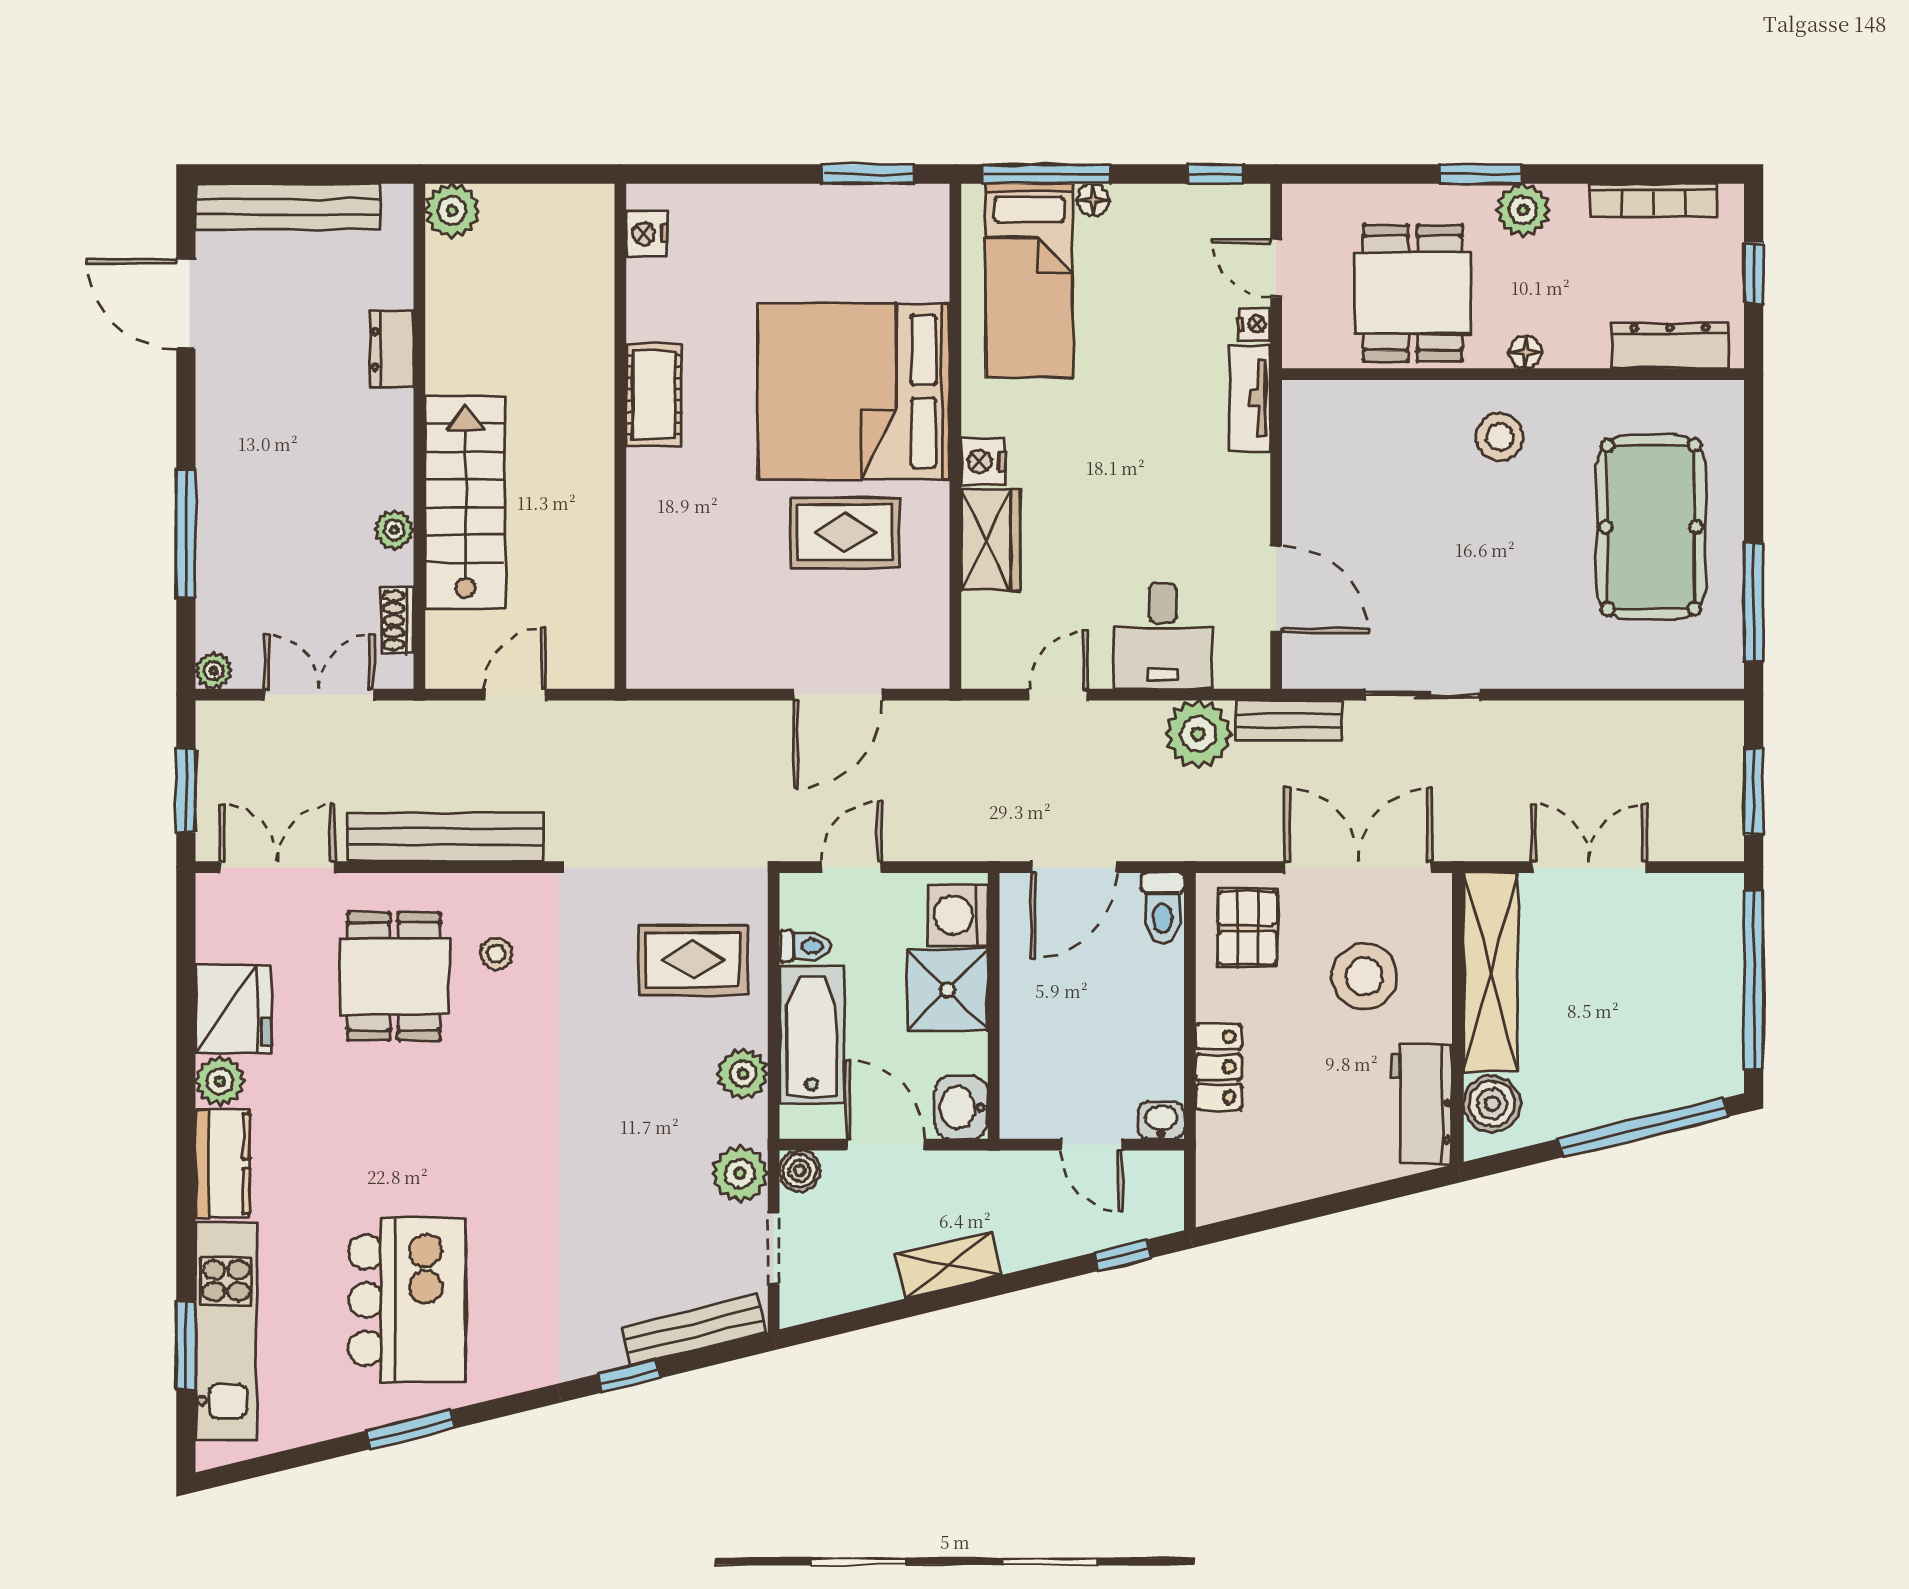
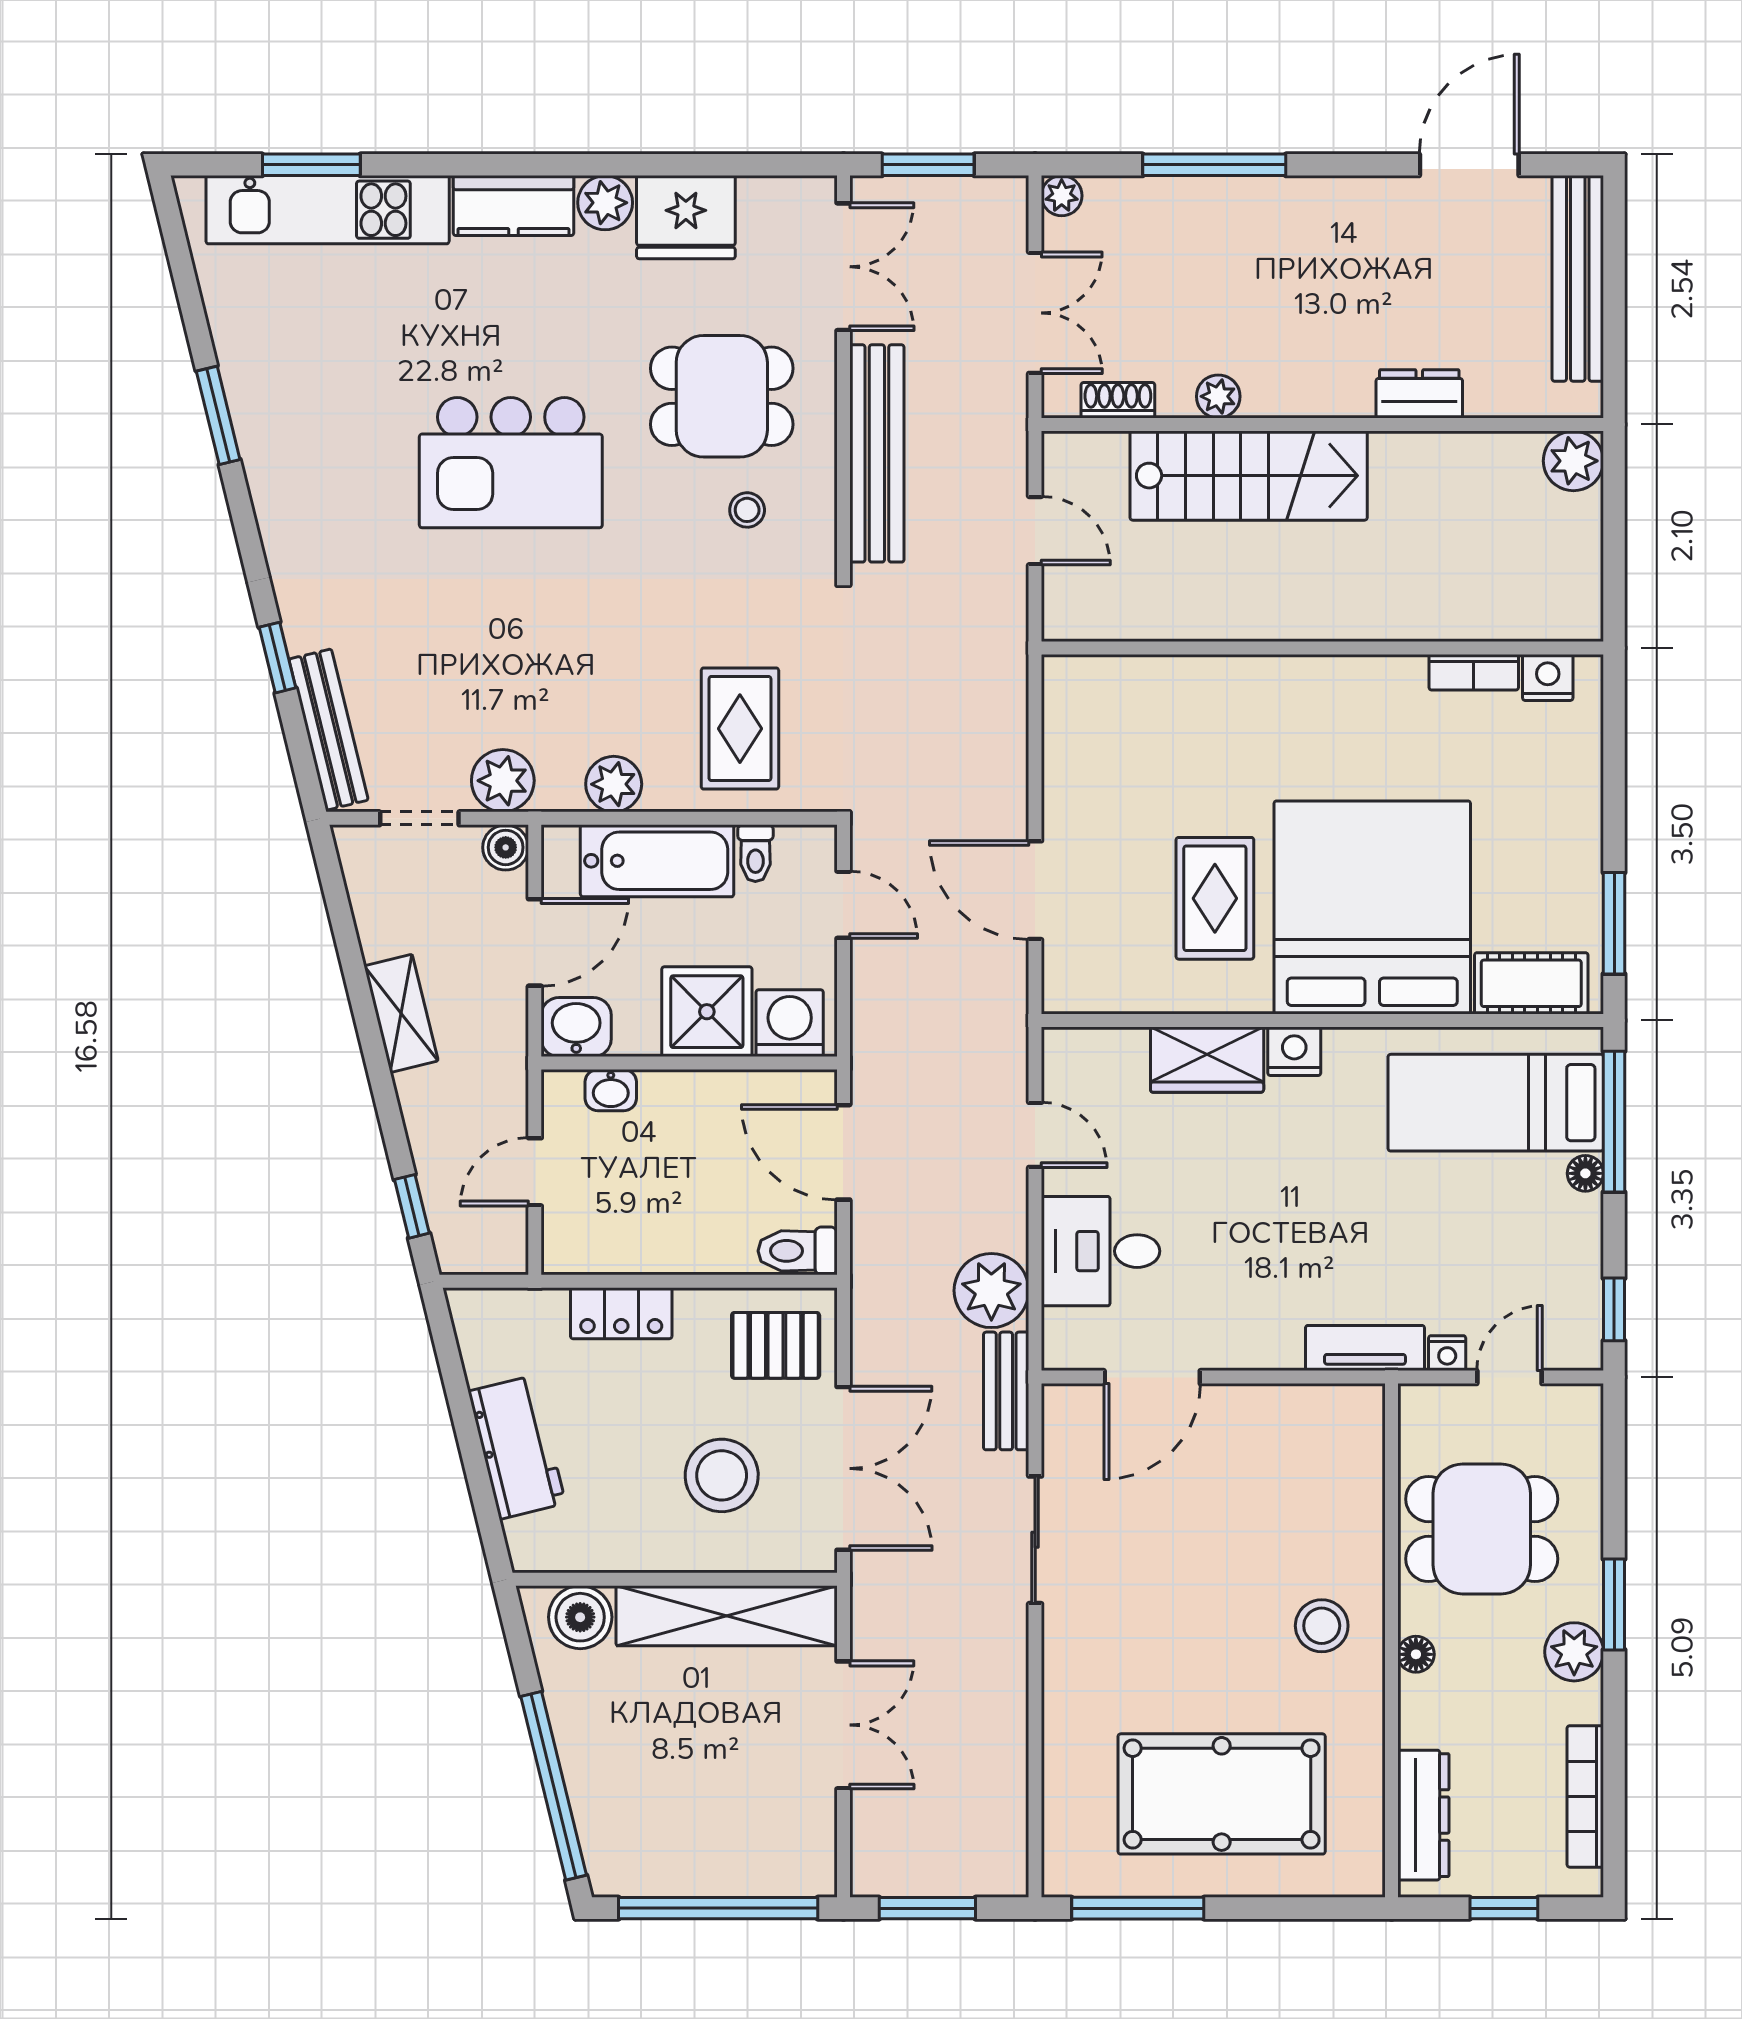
bookcase: (642, 300) -> (1474, 672), added
cot: (654, 395) -> (1531, 983), moved
workbench: (1421, 1104) -> (517, 1447), moved, turned 76
washbasin: (1161, 1120) -> (611, 1090), moved, turned 90
kitchen island: (407, 1300) -> (511, 463), moved

